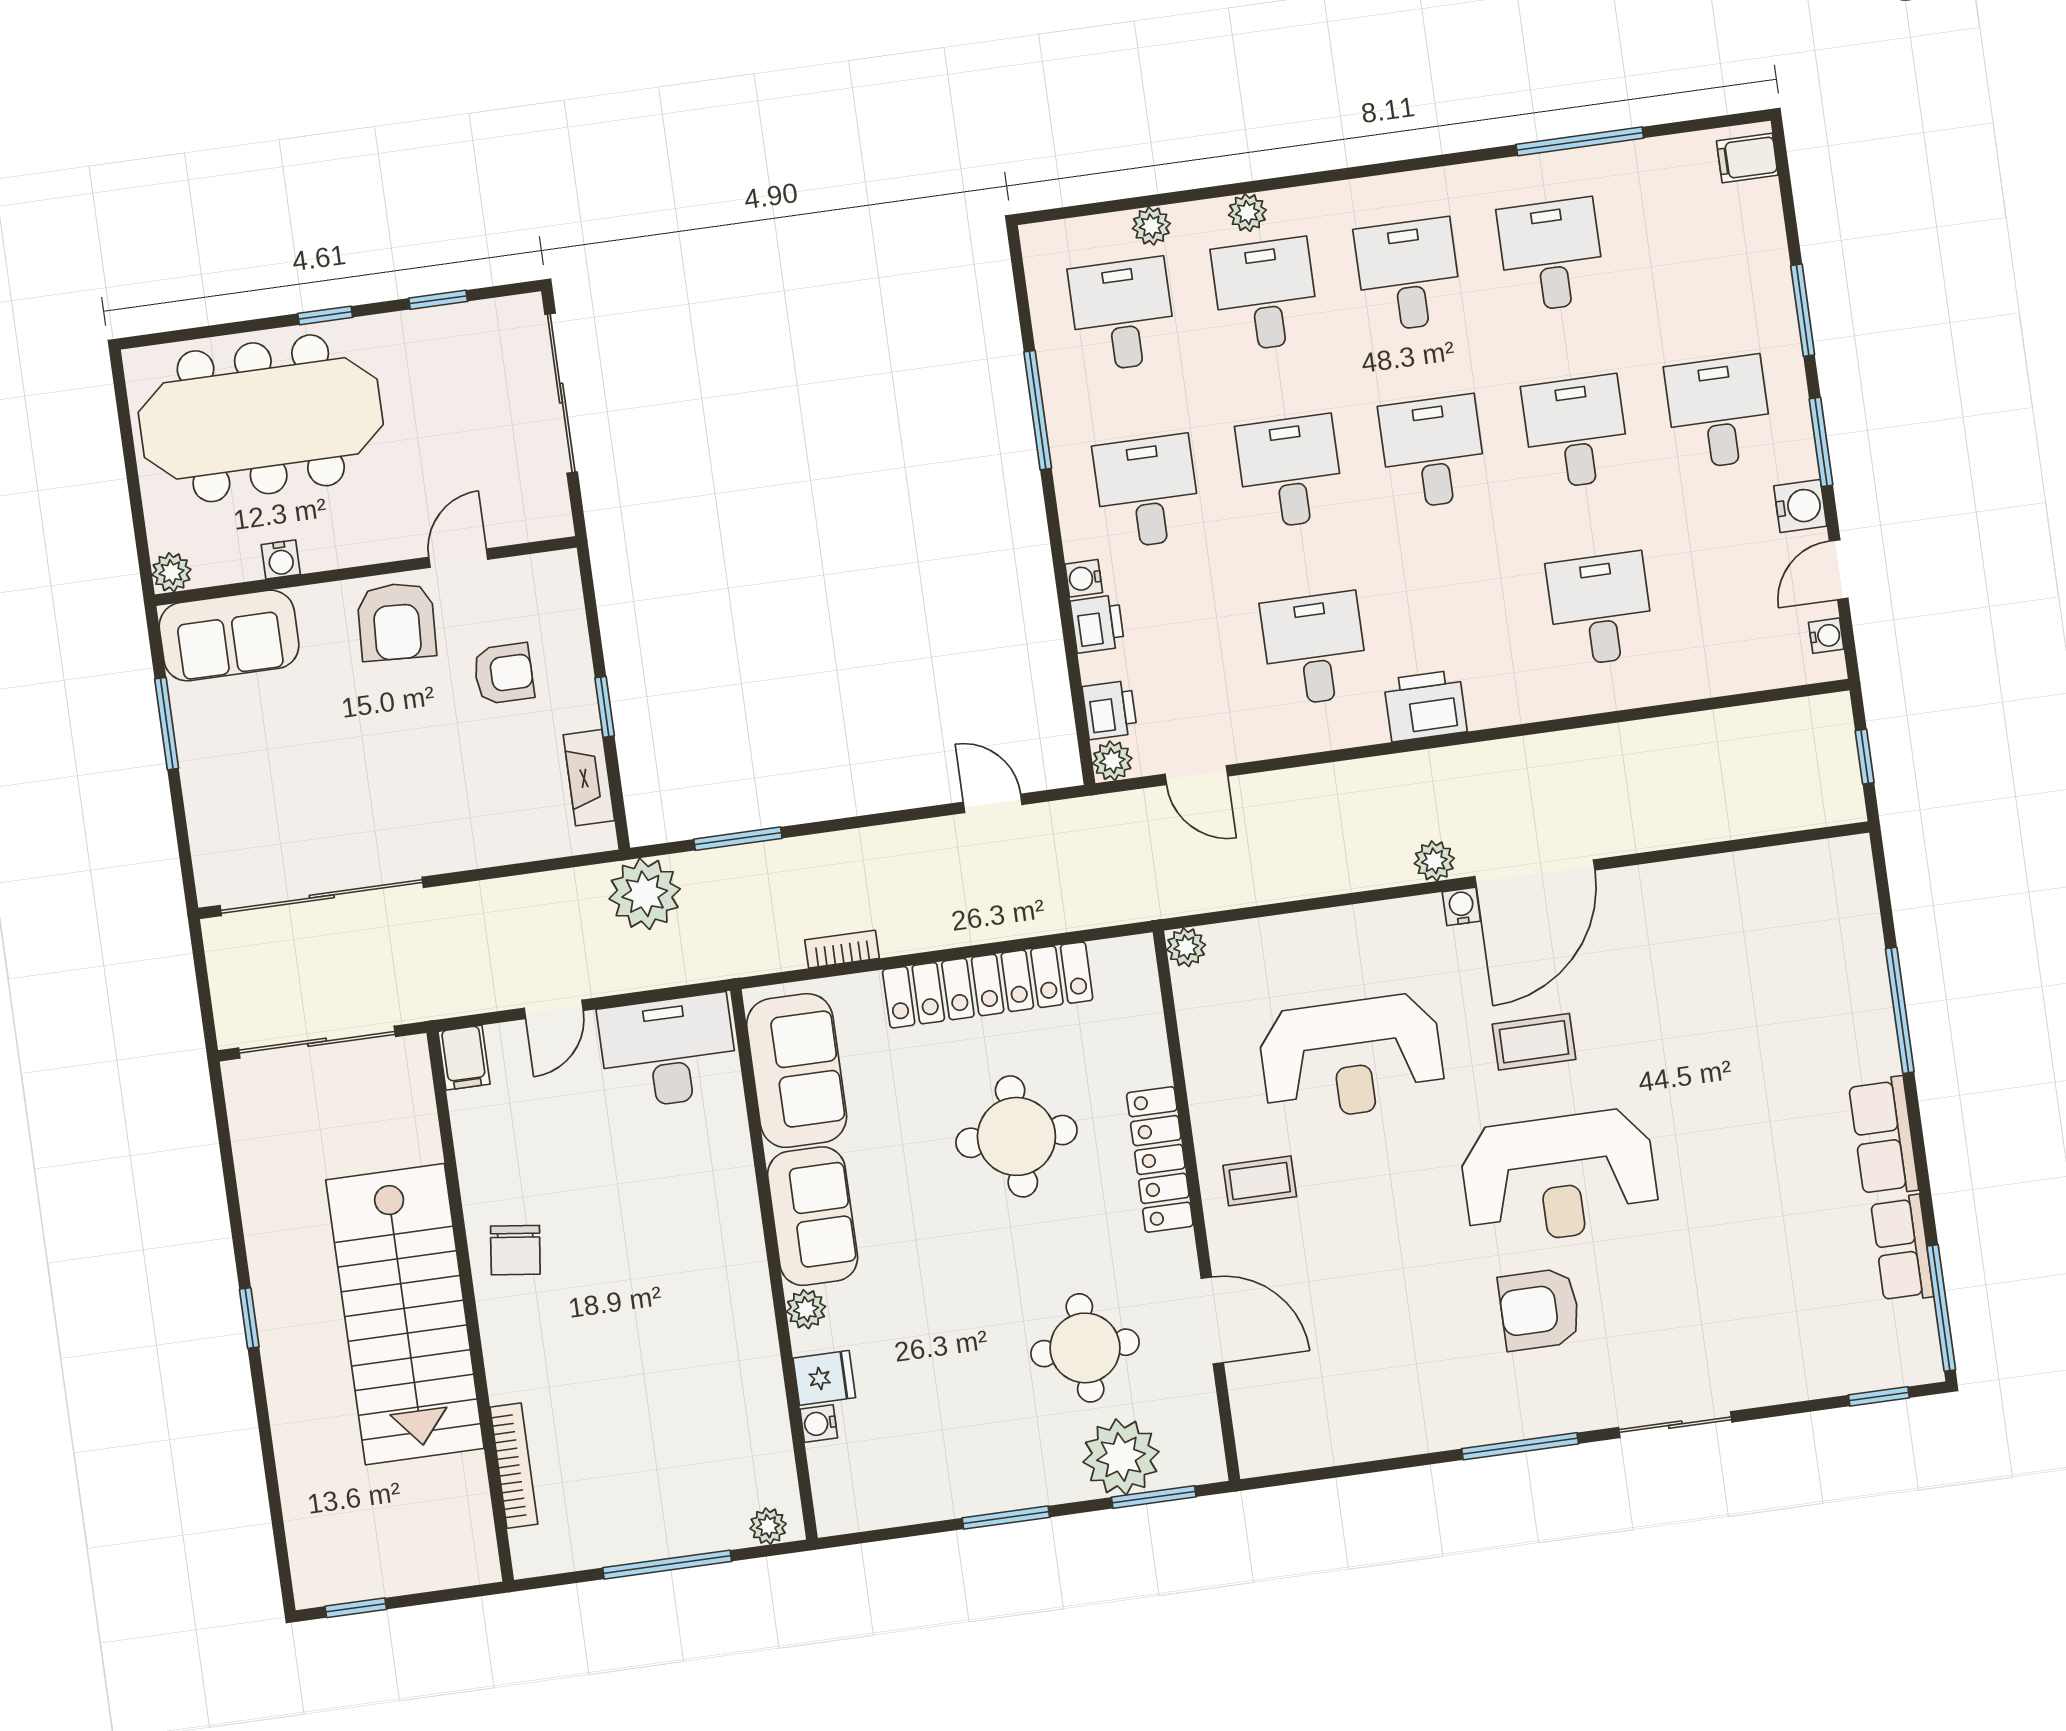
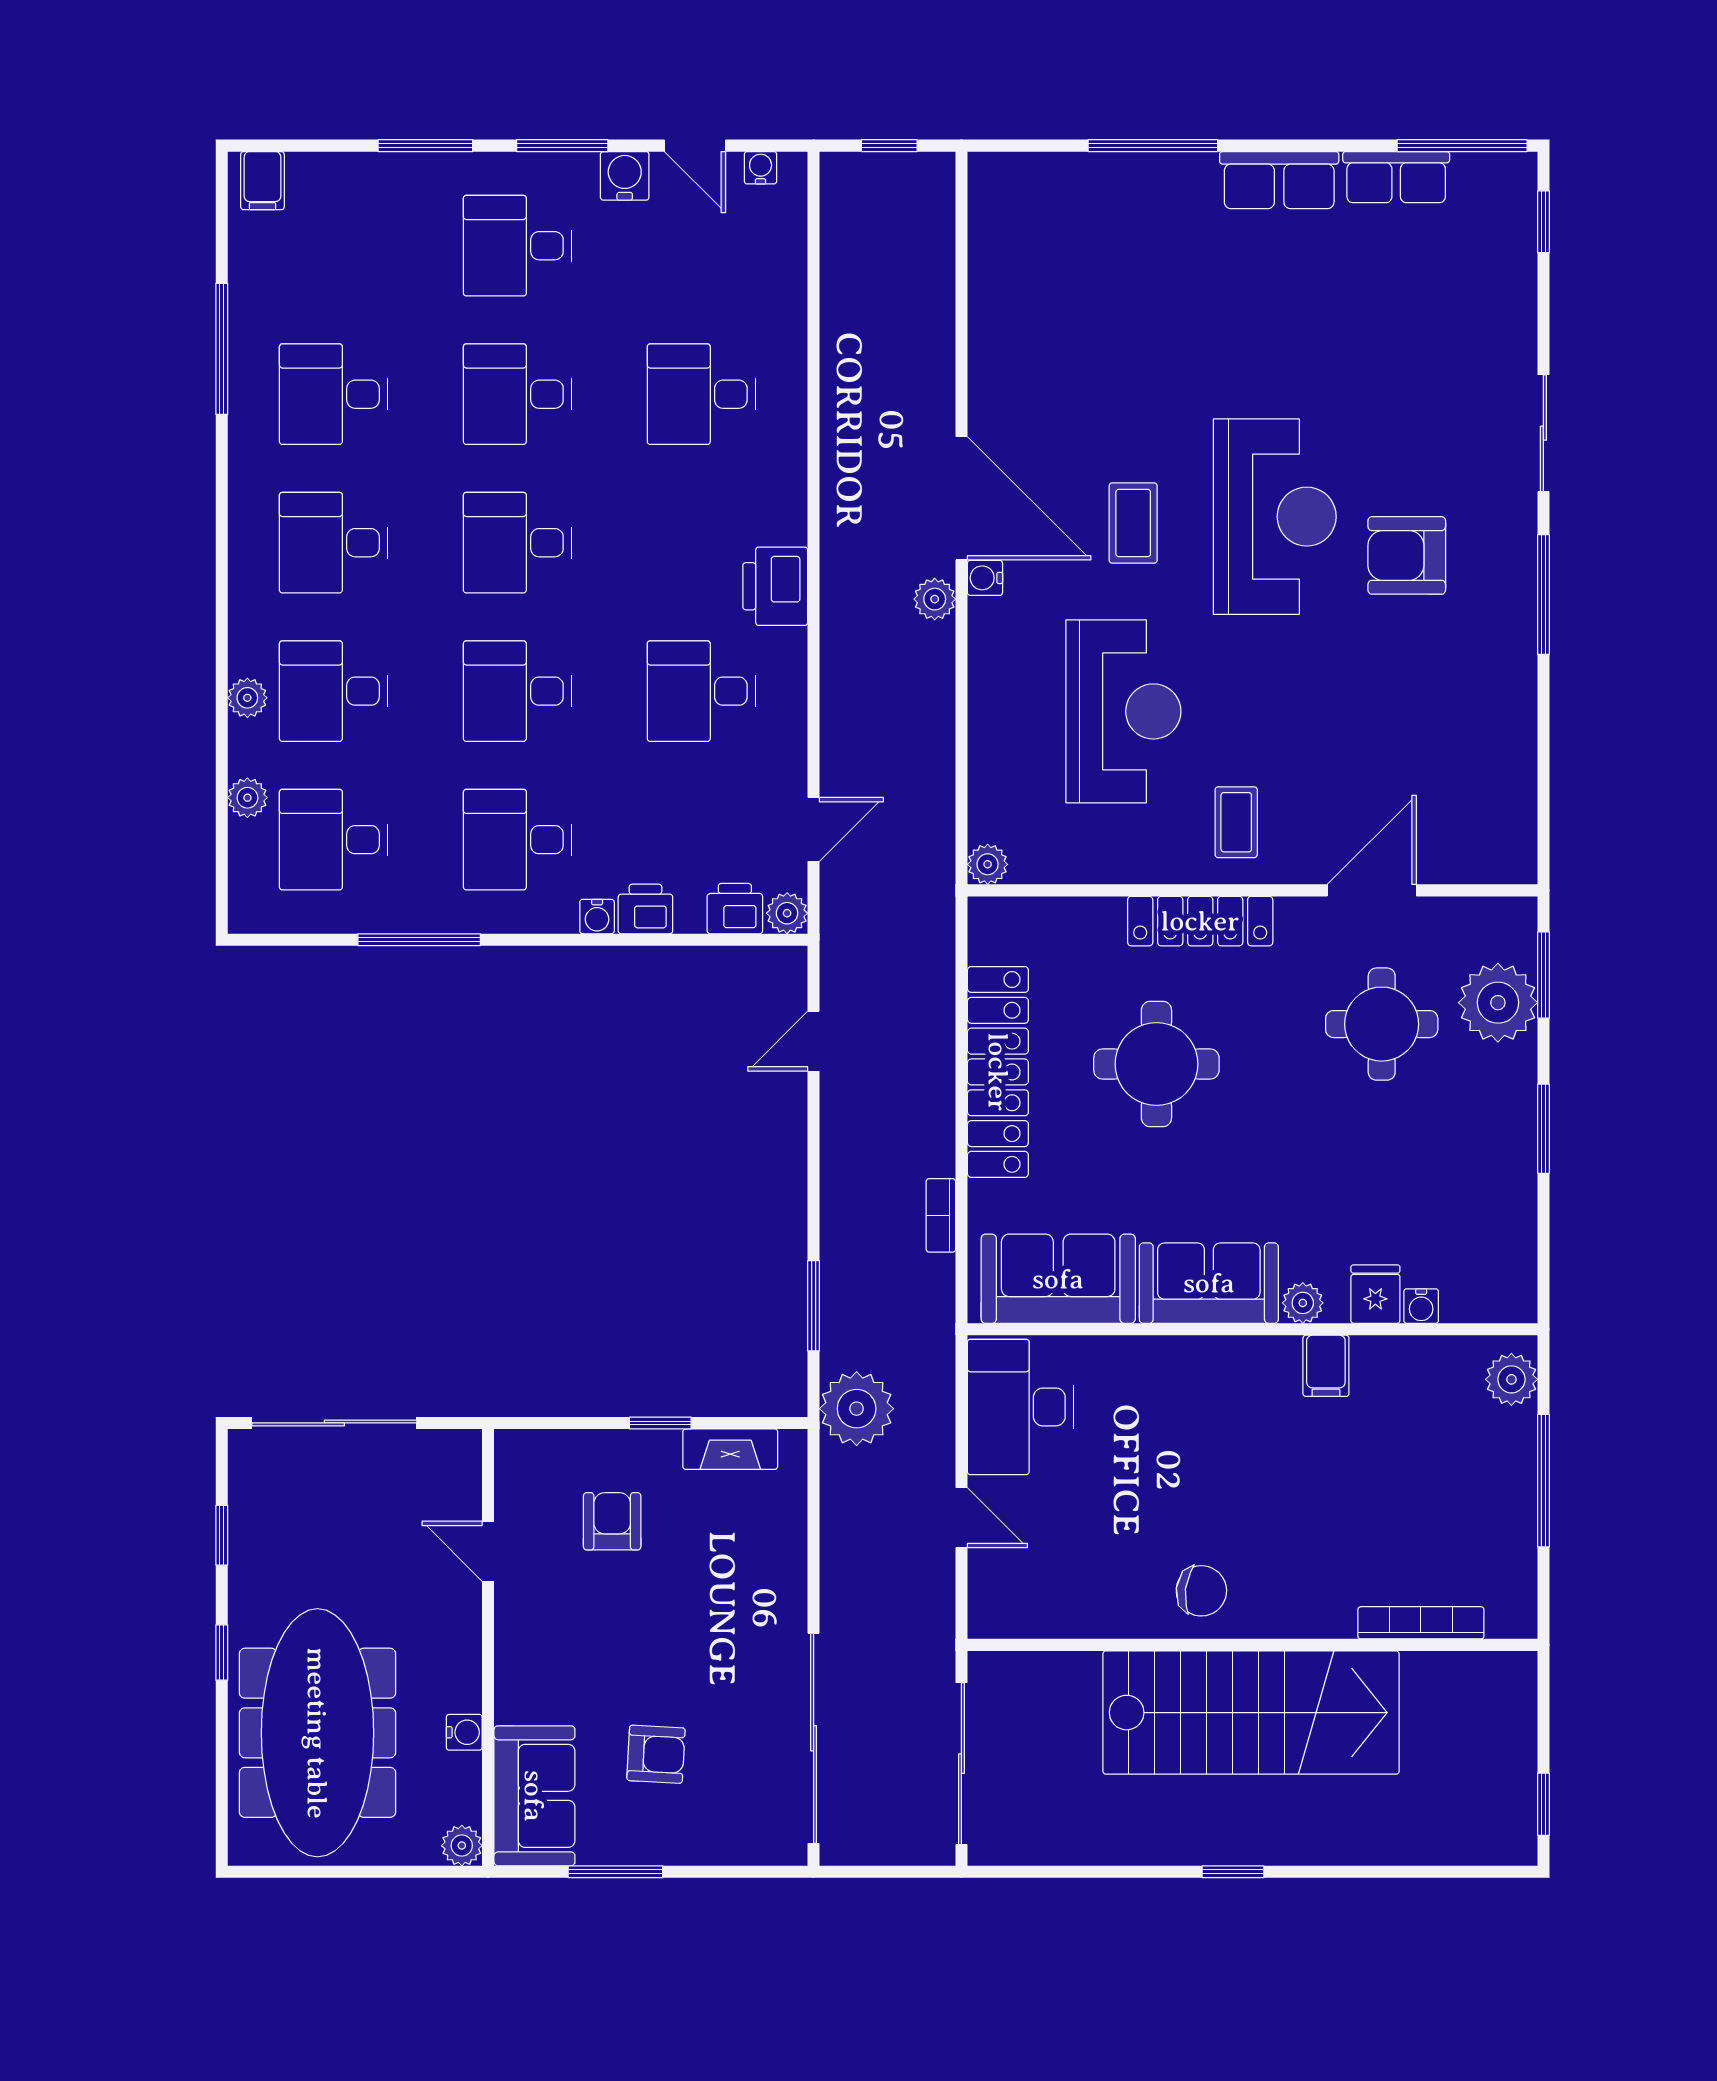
armchair: (397, 622) -> (656, 1754), moved, width x0.72, depth x0.72
filing cabinet: (464, 1058) -> (1326, 1366), moved, turned 90
armchair: (1539, 1309) -> (1407, 555), turned 90
plant: (768, 1526) -> (1511, 1379), width x1.38, depth x1.38

